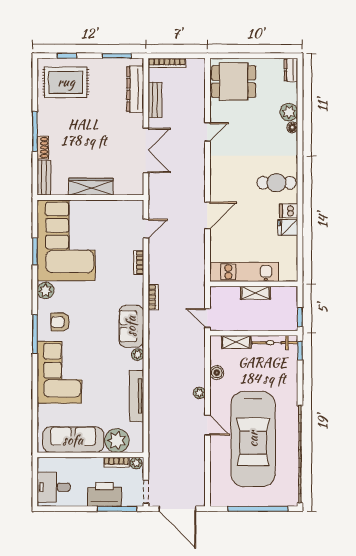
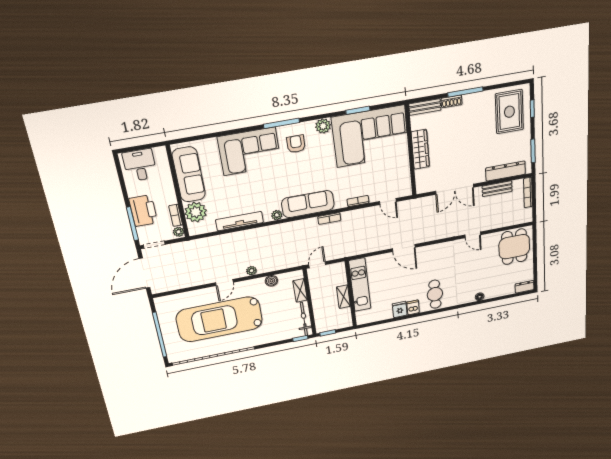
plant: (289, 112) -> (492, 292), removed
sofa: (131, 326) -> (308, 204), width x1.36

